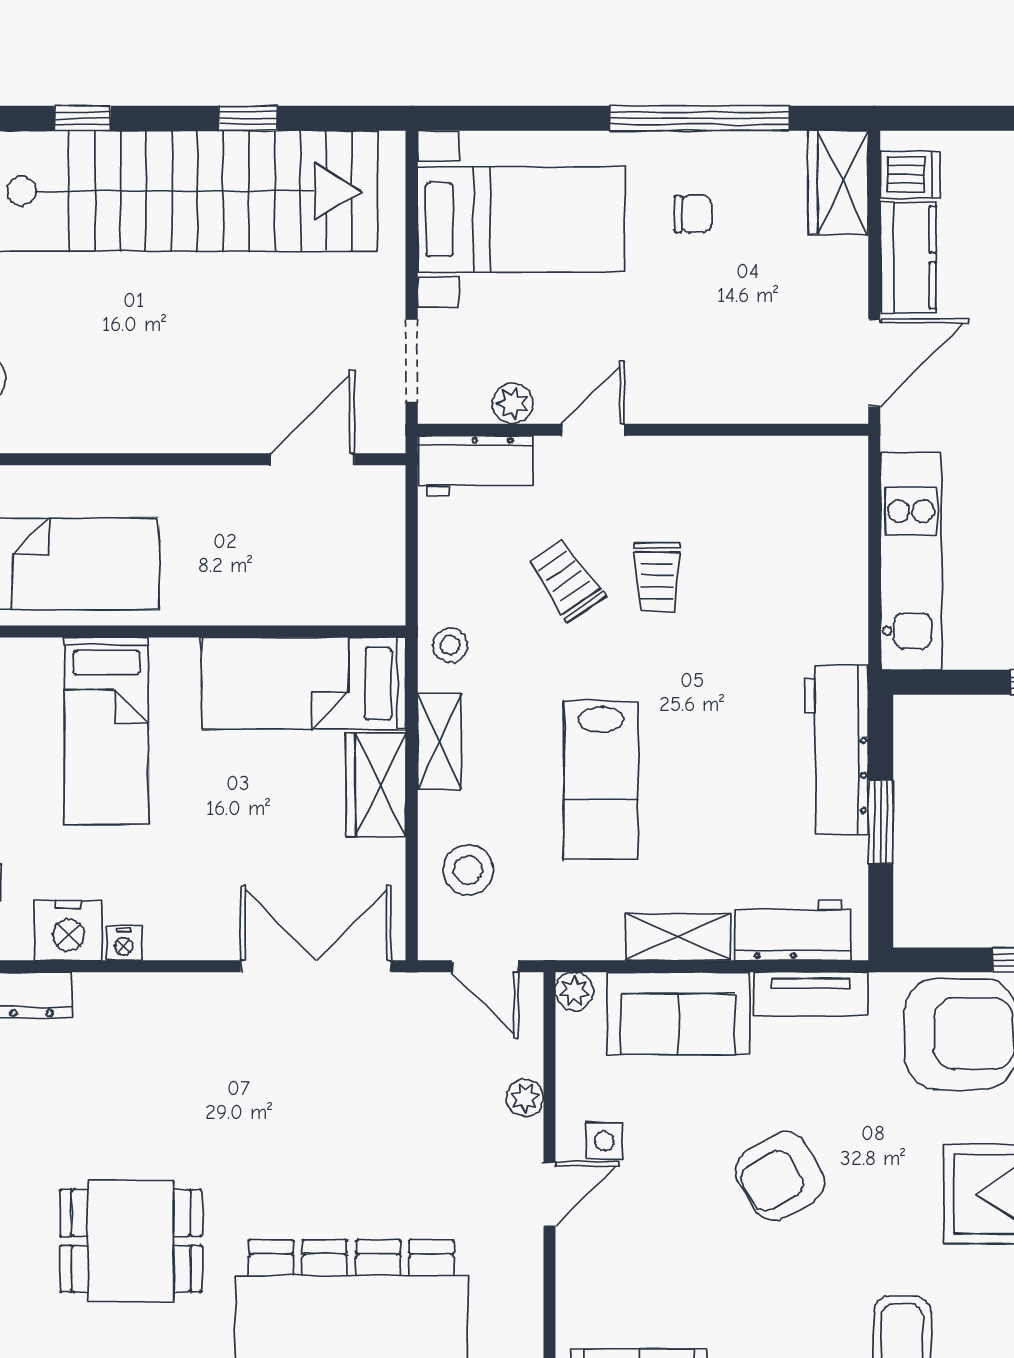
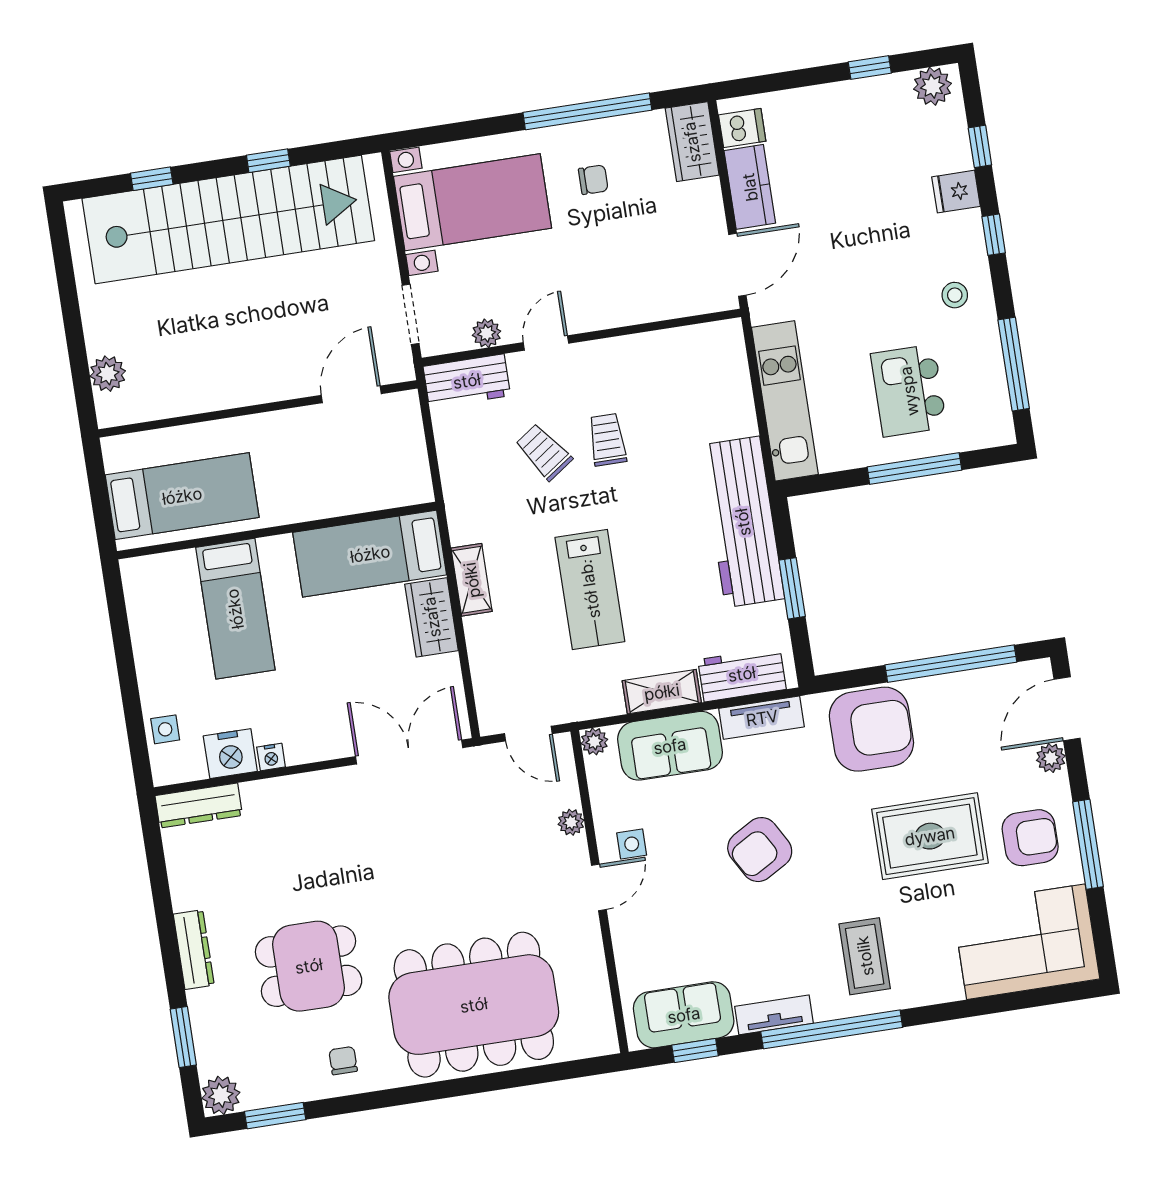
trolley: (657, 577) -> (607, 440), turned 180
stool: (450, 645) -> (469, 511), removed
workbench: (837, 750) -> (743, 522), width x1.36, depth x1.32
stool: (468, 870) -> (506, 667), removed

